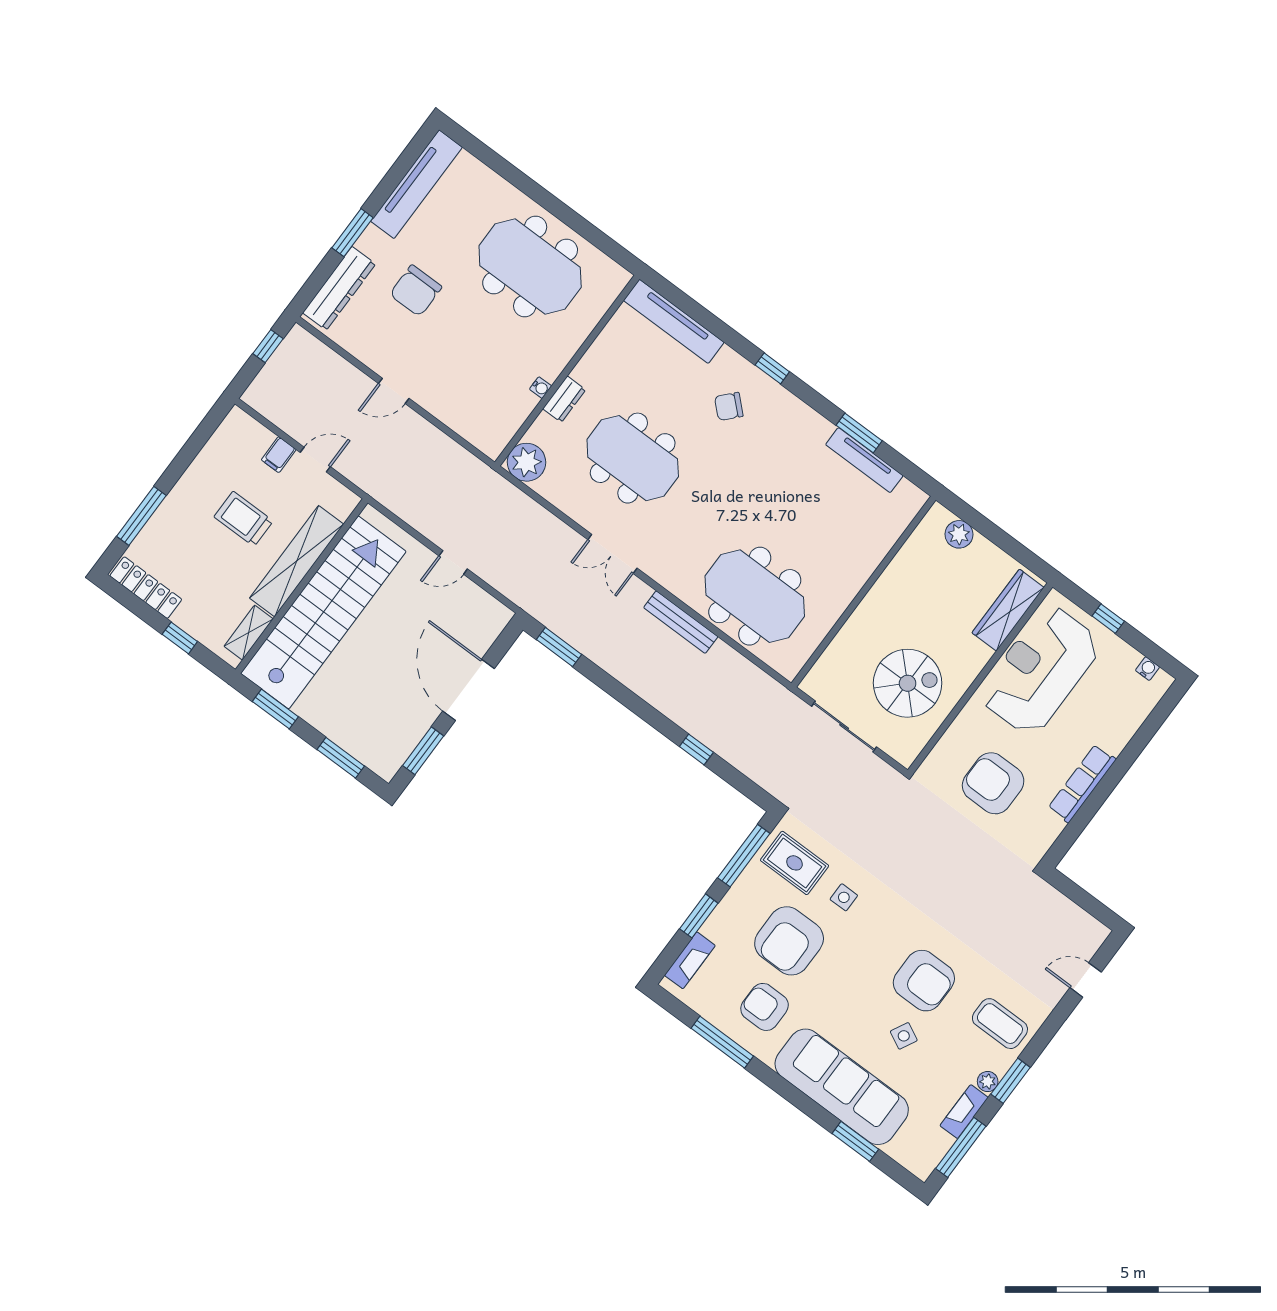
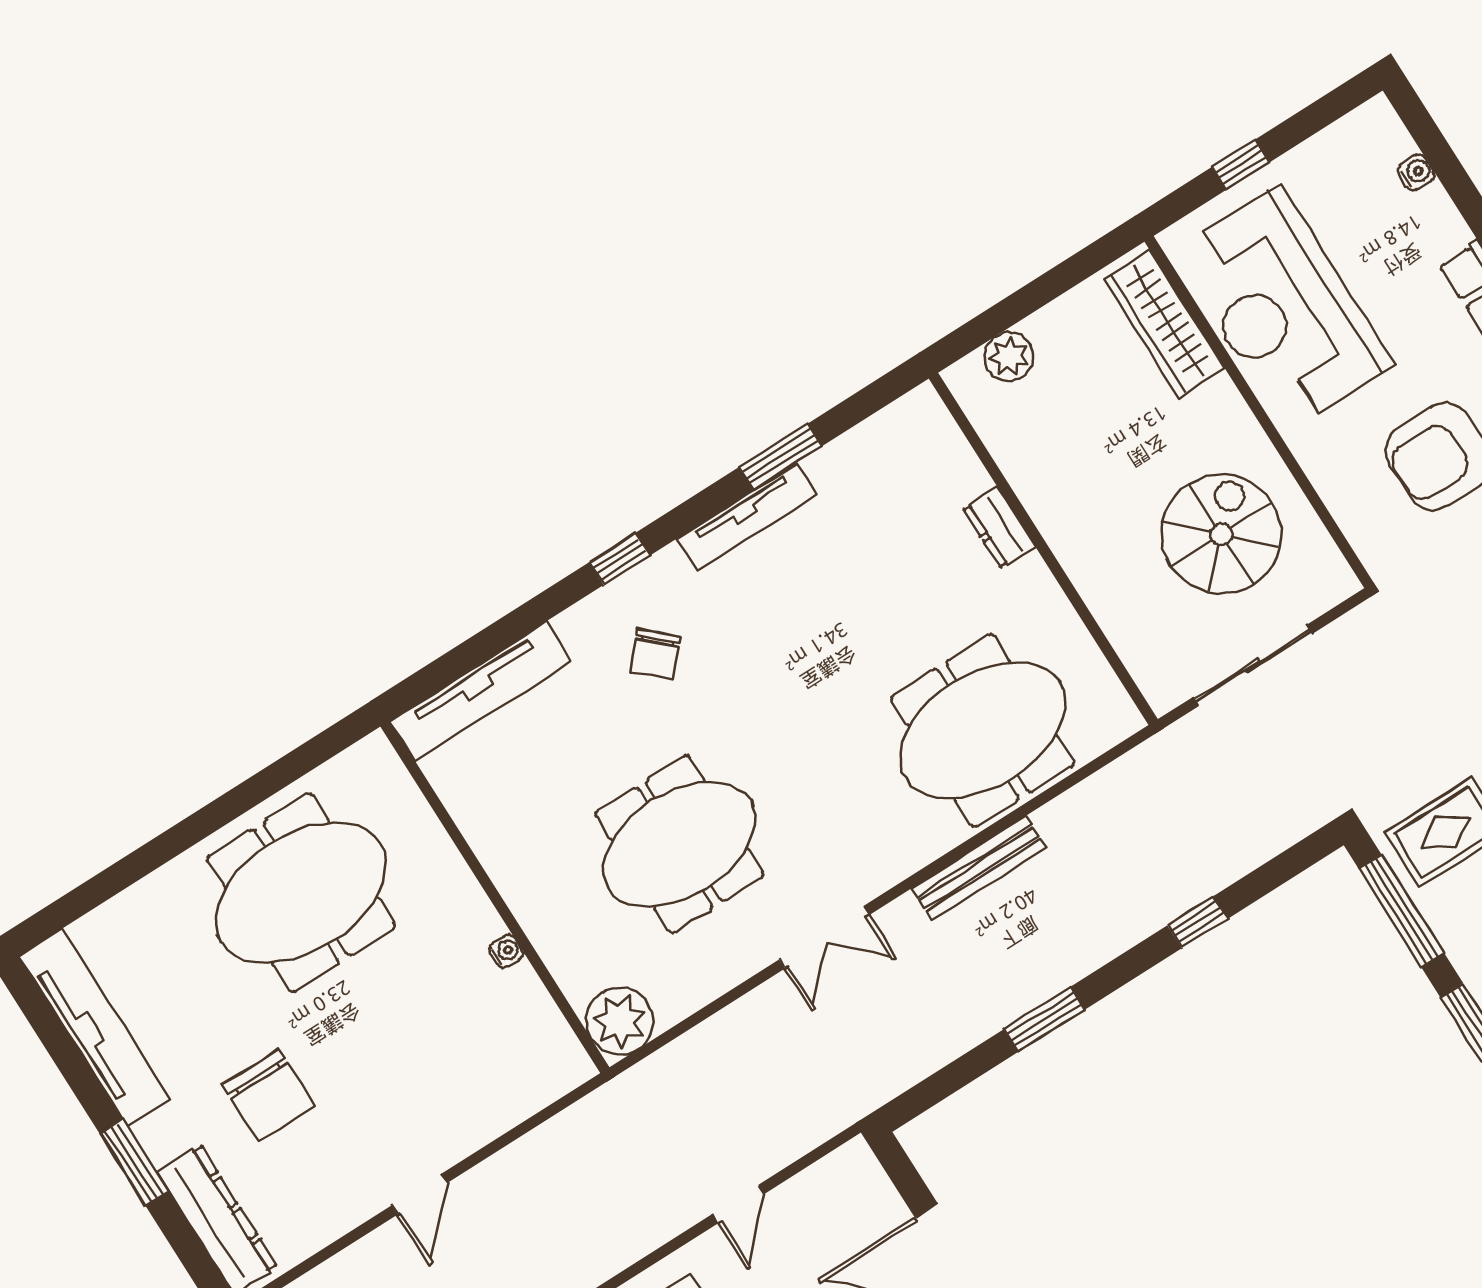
dresser: (564, 399) -> (999, 528), moved, turned 180
tv unit: (864, 460) -> (747, 517), moved
window: (559, 647) -> (1044, 1019), moved
water cooler: (1147, 669) -> (1416, 172), moved, turned 90

